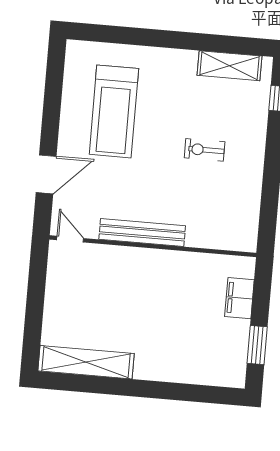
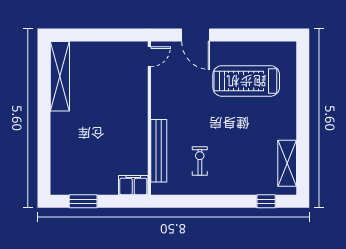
exercise bike: (205, 150) -> (200, 161), moved
bench: (142, 233) -> (159, 151), moved
filing cabinet: (239, 298) -> (133, 185), moved

